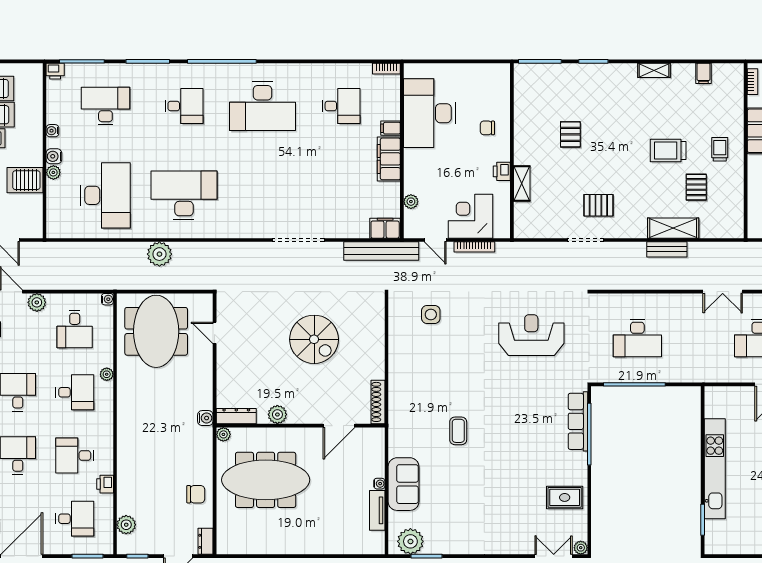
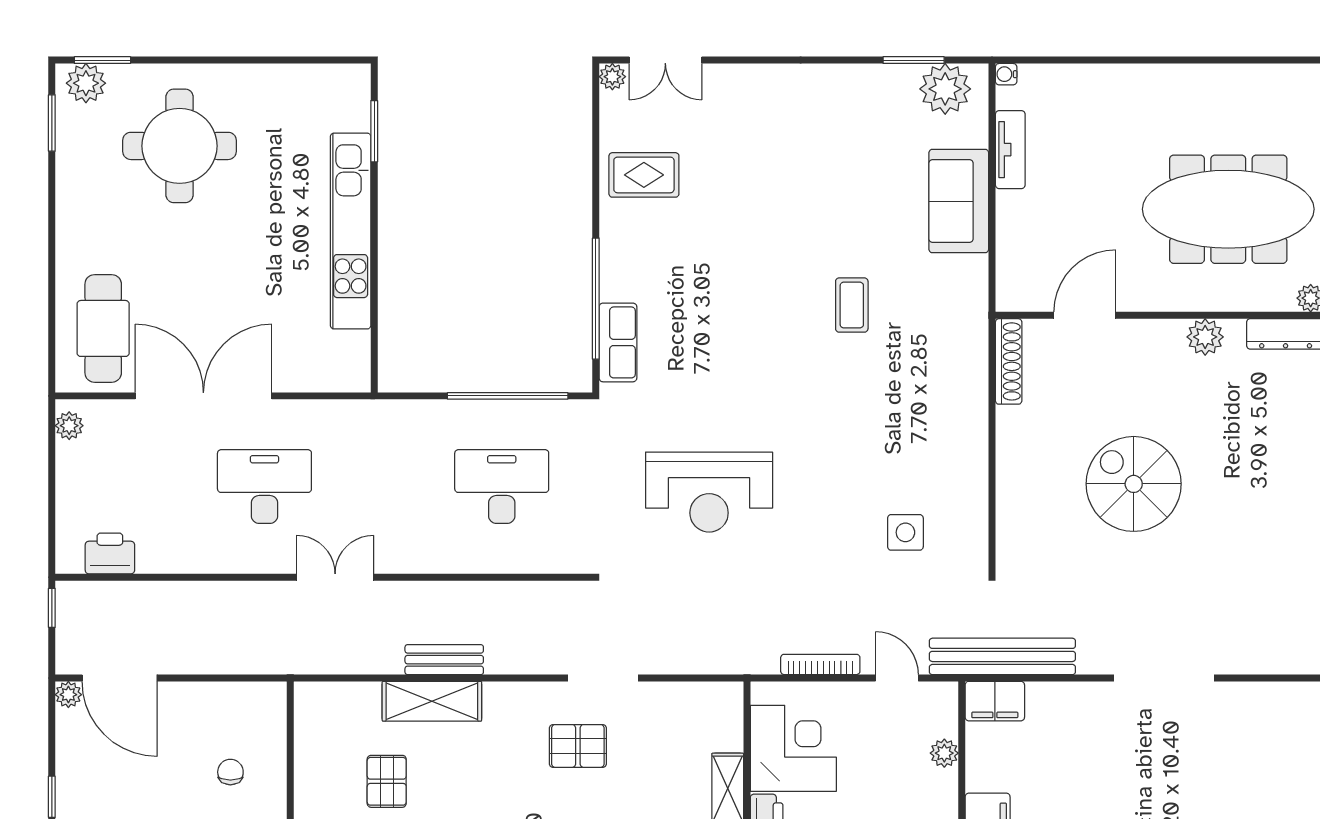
corner desk: (470, 216) -> (793, 748), moved, turned -90
row of seats: (578, 421) -> (618, 342), width x0.68
water cooler: (379, 484) -> (1006, 74), moved

